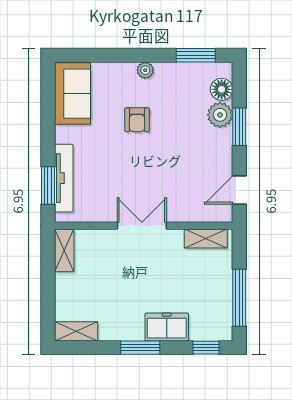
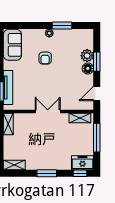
window: (196, 55) -> (62, 25), moved
floor lamp: (222, 89) -> (88, 68), moved
window: (239, 298) -> (97, 138), moved
freezer: (167, 327) -> (83, 163), moved

